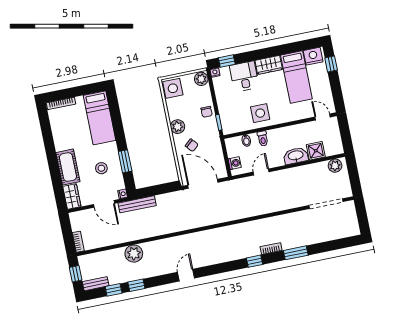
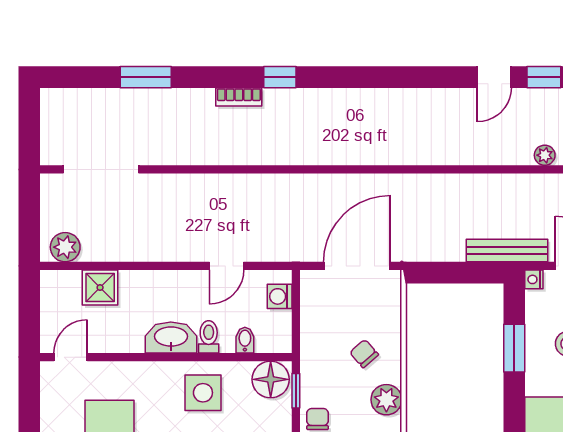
door: (323, 117) -> (71, 357), swing flipped
floor lamp: (231, 125) -> (271, 379), added
washbasin: (296, 156) -> (171, 337), moved, turned 180
door: (203, 184) -> (357, 266), swing flipped
window: (296, 253) -> (146, 77), moved
plant: (134, 254) -> (545, 155), width x0.53, depth x0.53
door: (186, 275) -> (494, 77), moved

